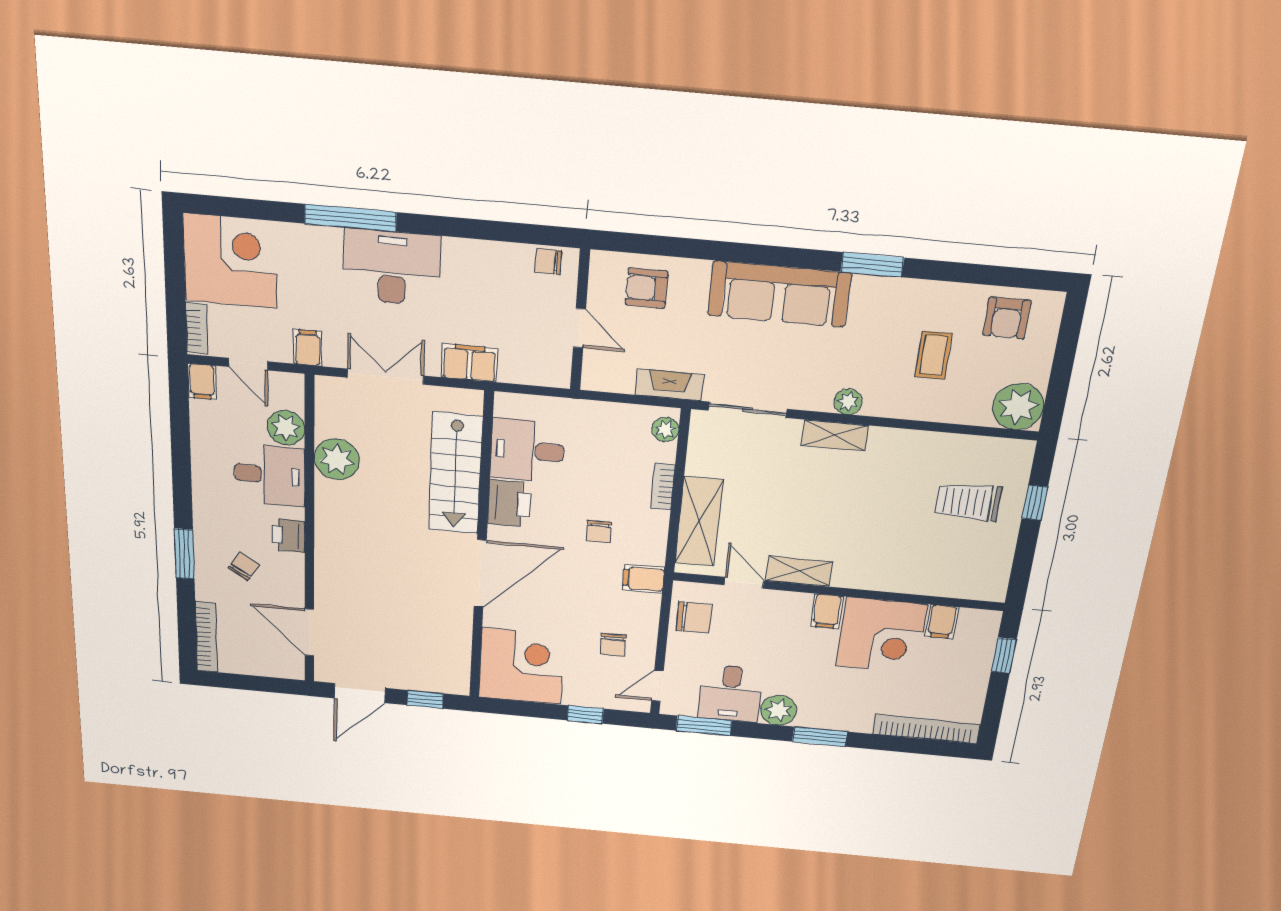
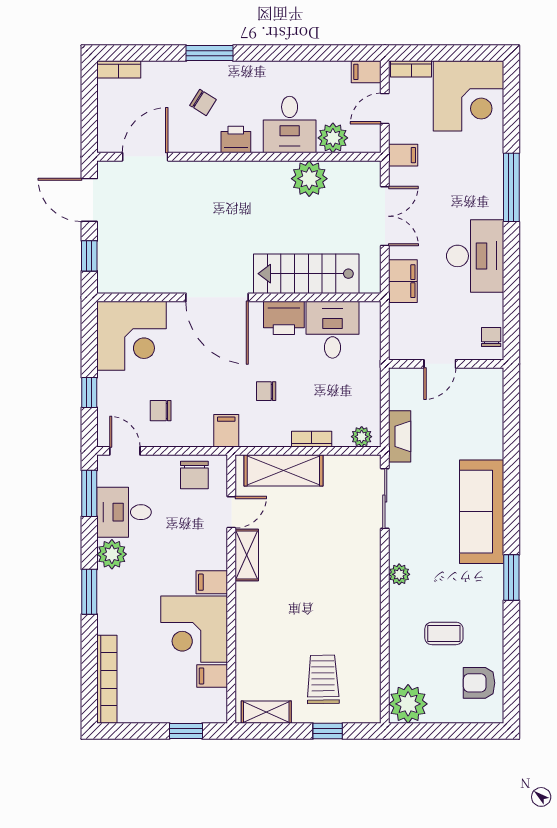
desk: (392, 267) -> (475, 256), moved
armchair: (647, 288) -> (477, 412), removed
shelving: (835, 435) -> (266, 712), moved, turned 90
bookcase: (206, 637) -> (119, 69), width x0.64

